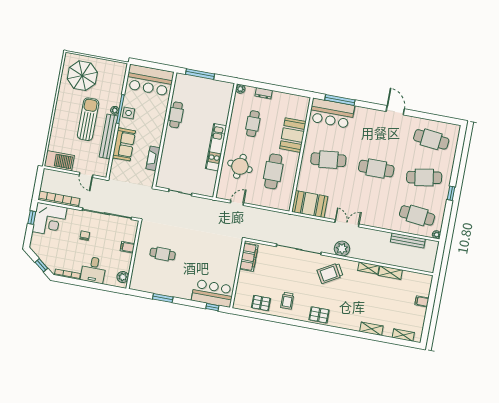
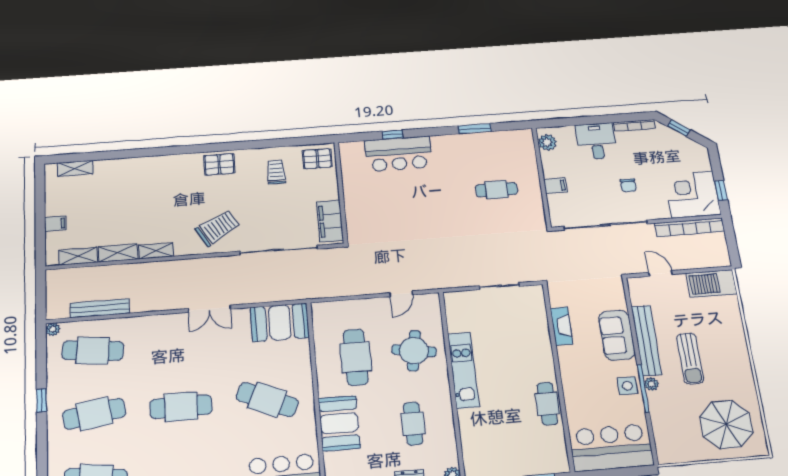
sun lounger: (88, 119) -> (690, 359), width x0.73, depth x0.75
cafe table: (328, 160) -> (267, 400), turned 30
plant: (342, 249) -> (208, 269), removed
filing cabinet: (249, 257) -> (330, 221), moved
wall: (237, 274) -> (341, 192), moved
shelving: (371, 329) -> (78, 256), moved

